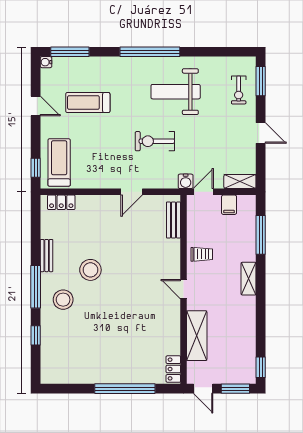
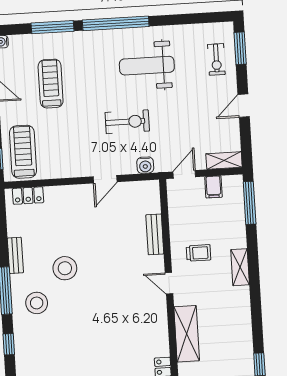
window: (70, 52) -> (53, 27), moved
treadmill: (88, 103) -> (51, 84), turned 90
door: (261, 133) -> (244, 106), swing flipped
exercise bike: (155, 141) -> (127, 122), turned 180
water cooler: (186, 181) -> (145, 165), moved
bench: (173, 220) -> (155, 234), moved
window: (261, 235) -> (250, 203), moved
trolley: (202, 254) -> (199, 253), moved

